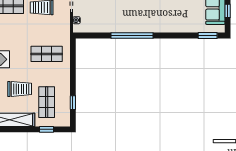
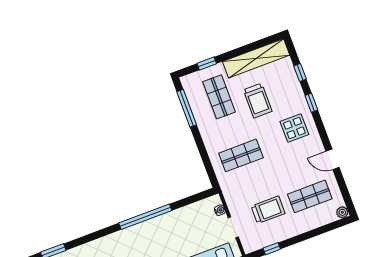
trolley: (20, 89) -> (258, 101), turned -90
window: (73, 103) -> (187, 108), width x2.17

